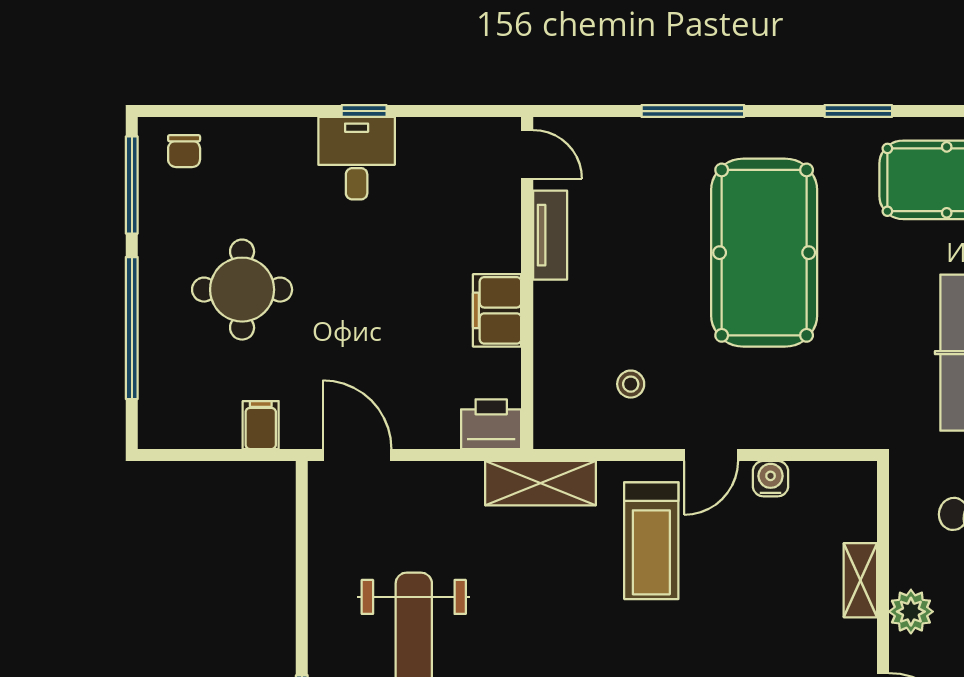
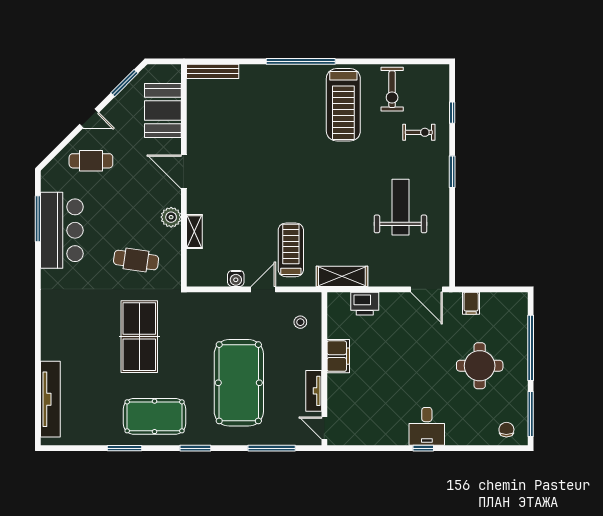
door: (527, 154) -> (324, 428), moved
tv unit: (550, 235) -> (314, 391), moved
wall: (527, 283) -> (324, 369), moved
filing cabinet: (497, 310) -> (338, 356), moved

